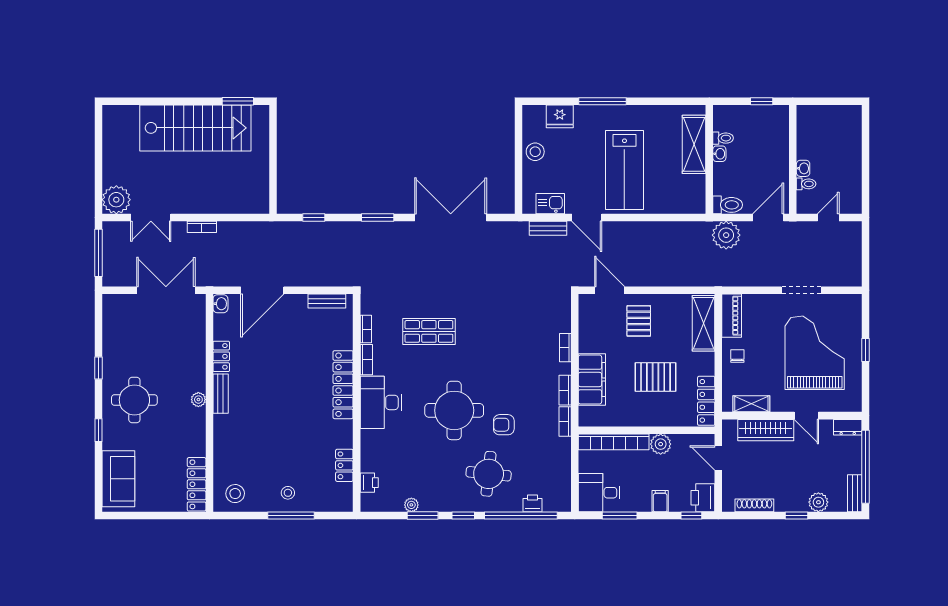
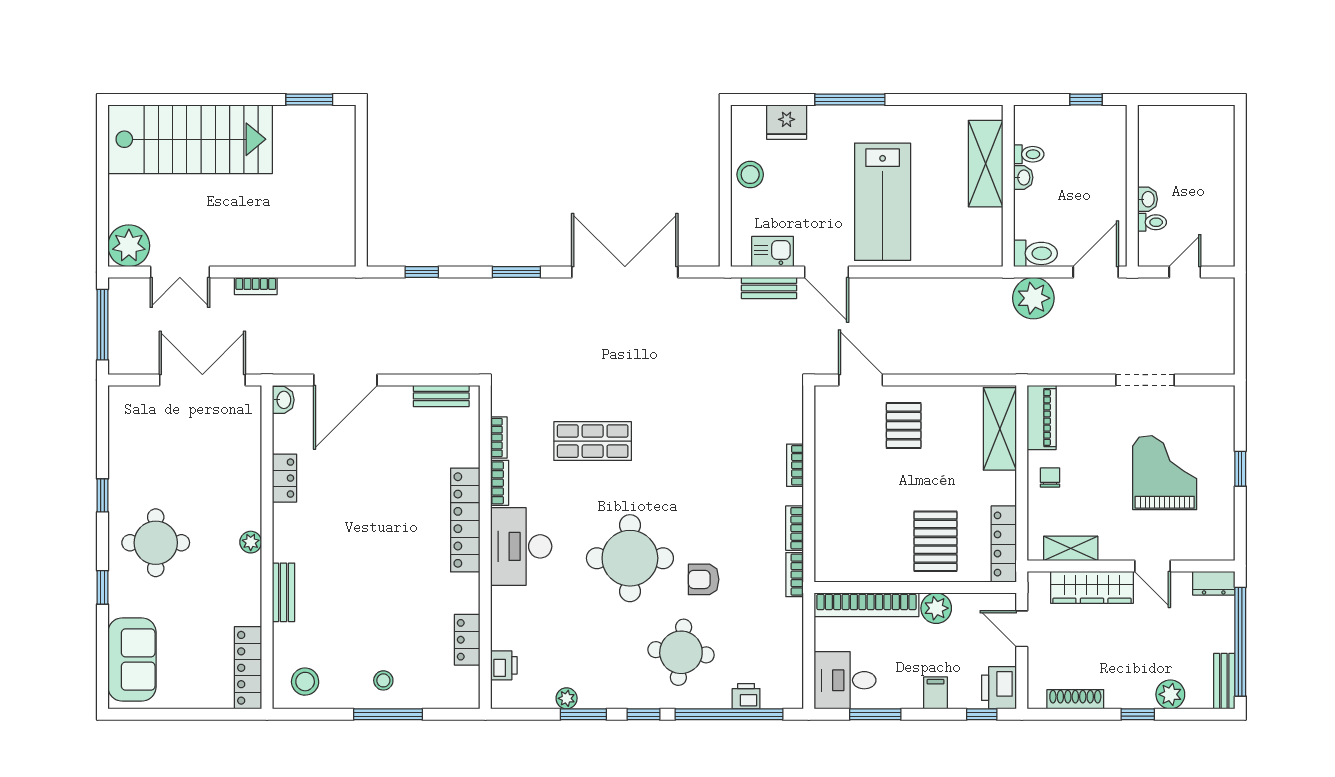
stairs: (195, 128) -> (190, 139), moved
grand piano: (815, 353) -> (1165, 473), width x0.73, depth x0.68
pallet: (656, 377) -> (935, 541), moved, turned 90
filing cabinet: (592, 379) -> (834, 512), removed
bench: (221, 394) -> (283, 592), moved

